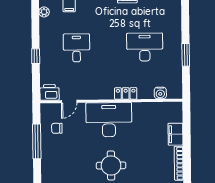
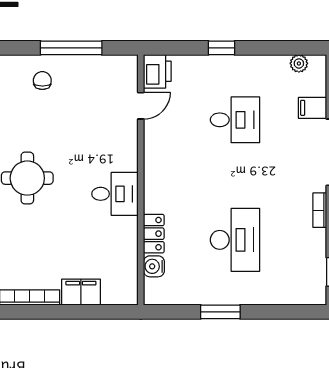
locker: (126, 93) -> (154, 234), moved
door: (69, 102) -> (141, 106), swing flipped
desk: (109, 120) -> (115, 194), width x0.53, depth x0.77
chair: (57, 128) -> (42, 81), moved

